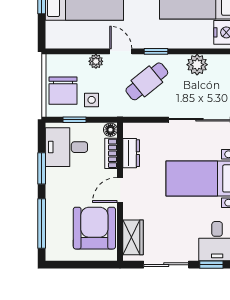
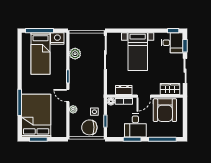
door: (121, 51) -> (68, 96), hinge flipped
cafe table: (147, 81) -> (84, 81), removed
chair: (63, 91) -> (89, 127), turned 180
desk: (66, 147) -> (135, 126), moved
door: (120, 190) -> (144, 96), hinge flipped
armchair: (94, 228) -> (165, 110), turned -90

